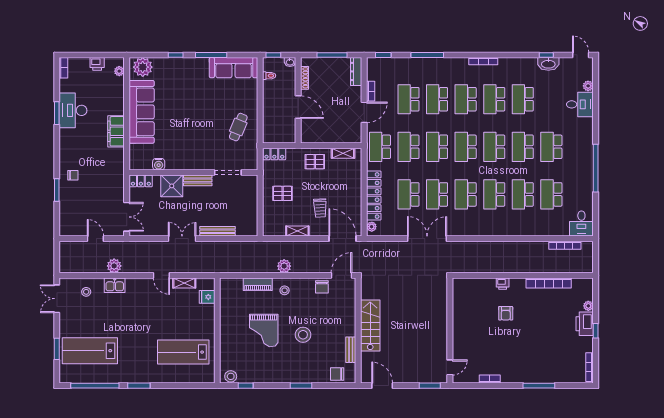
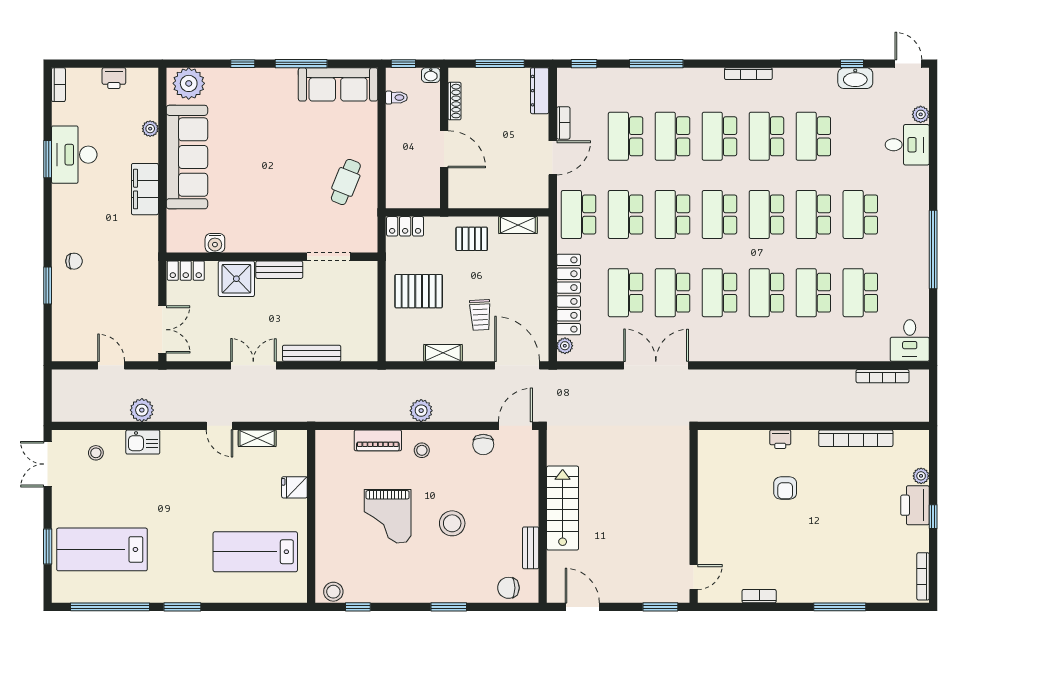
plant: (119, 71) -> (150, 129), moved
pallet: (283, 193) -> (419, 291), width x1.50, depth x1.42
fridge: (207, 297) -> (294, 487), moved

